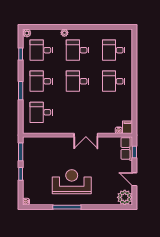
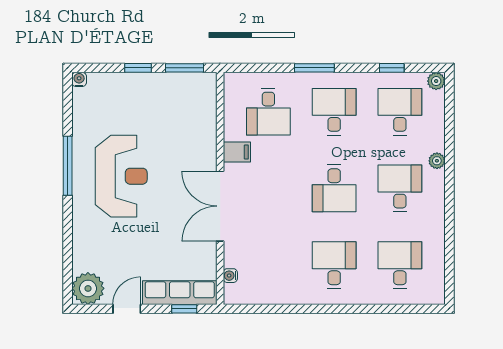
desk: (77, 81) -> (334, 188), turned 180
desk: (41, 112) -> (268, 112), turned 180
filing cabinet: (128, 127) -> (237, 152), moved
double door: (86, 135) -> (220, 206), width x1.37
row of seats: (127, 148) -> (180, 293), width x1.48

